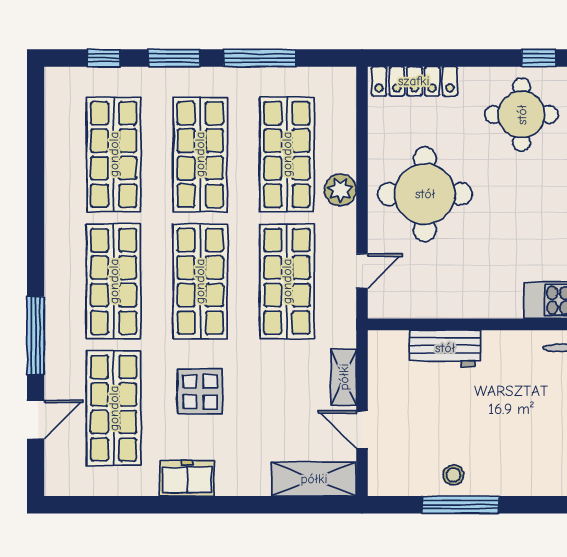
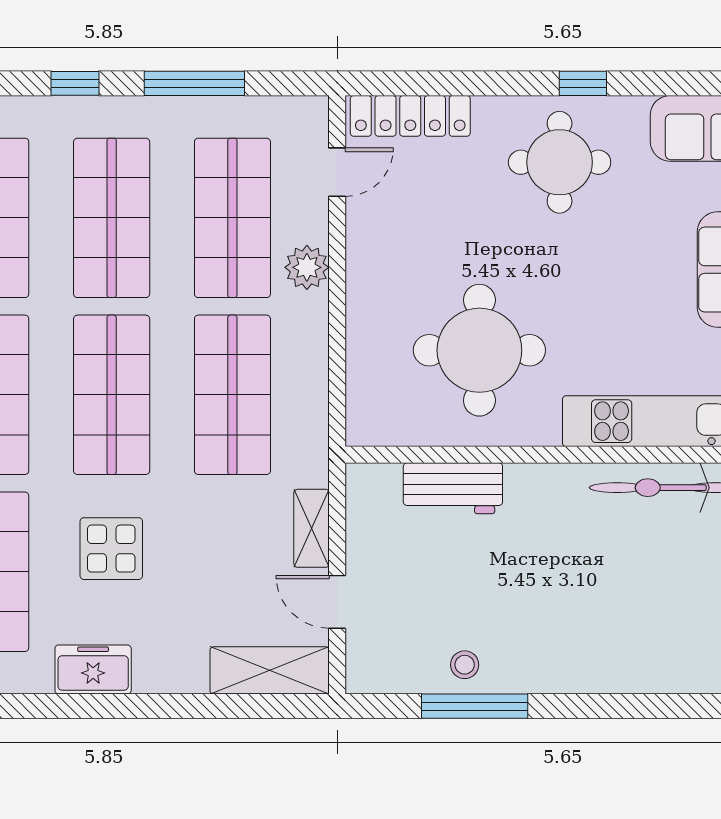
window: (174, 58) -> (75, 83), width x0.67
round table: (425, 194) -> (479, 350), moved
door: (362, 271) -> (337, 172), moved

